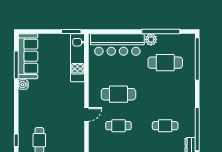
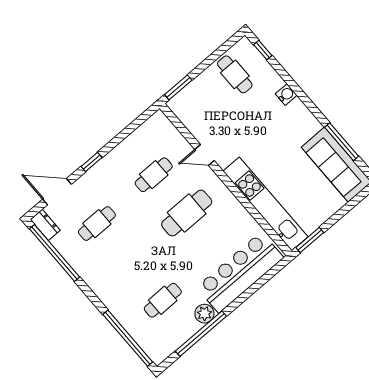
kitchen unit: (78, 58) -> (265, 204), width x1.36
cafe table: (165, 63) -> (163, 300), width x0.73, depth x0.74
water cooler: (23, 85) -> (286, 95), moved
door: (86, 114) -> (204, 155), hinge flipped

